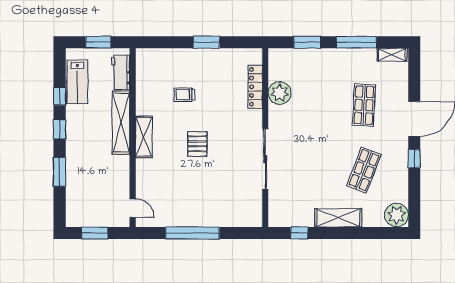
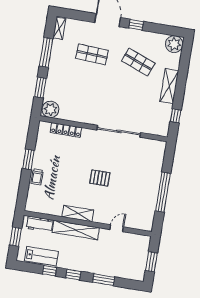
plant: (280, 93) -> (50, 109), moved
trolley: (184, 95) -> (37, 177), moved
shelving: (144, 137) -> (78, 213), moved
door: (133, 208) -> (117, 228), moved

